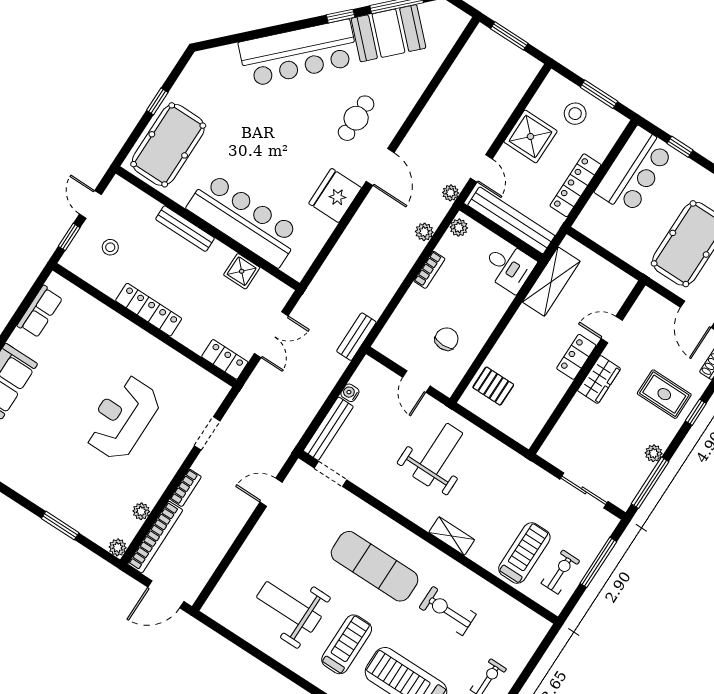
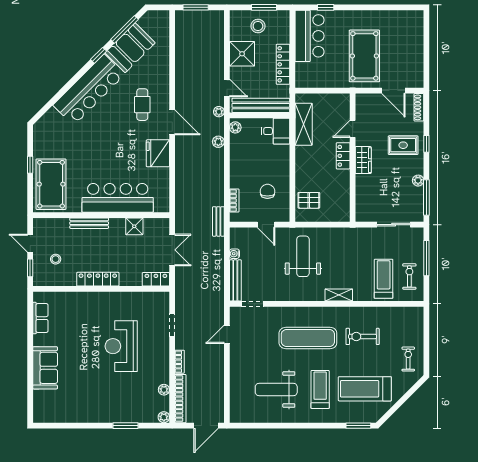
bookcase: (429, 270) -> (234, 201), moved

